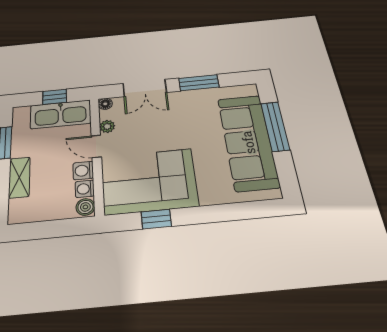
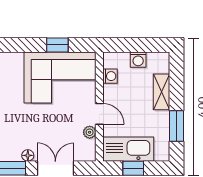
floor lamp: (105, 104) -> (28, 155), moved
washing machine: (83, 171) -> (138, 60), moved, turned 90
boiler: (85, 207) -> (110, 60), removed

